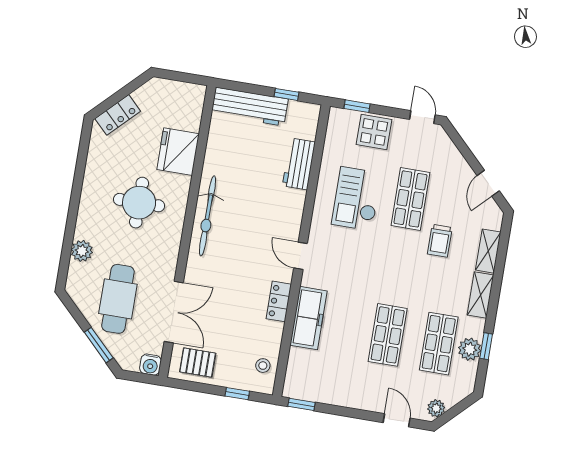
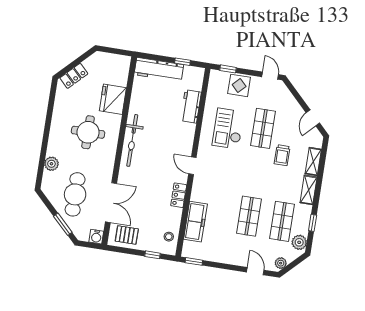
freezer: (309, 318) -> (195, 222), moved
plant: (470, 349) -> (299, 242), moved

